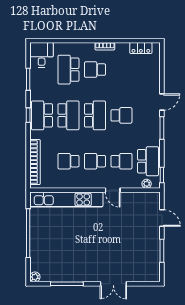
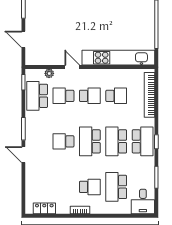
school desk: (68, 70) -> (116, 187), turned 180
door: (162, 102) -> (23, 155), hinge flipped
plant: (147, 184) -> (49, 73), moved

